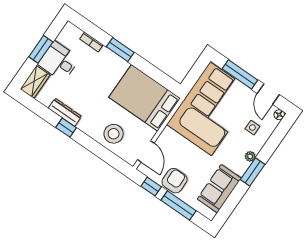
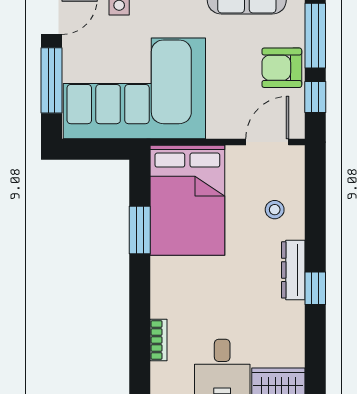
window: (120, 50) -> (140, 230), moved
dresser: (65, 112) -> (293, 270), moved
stool: (114, 134) -> (275, 210), width x0.53, depth x0.53

